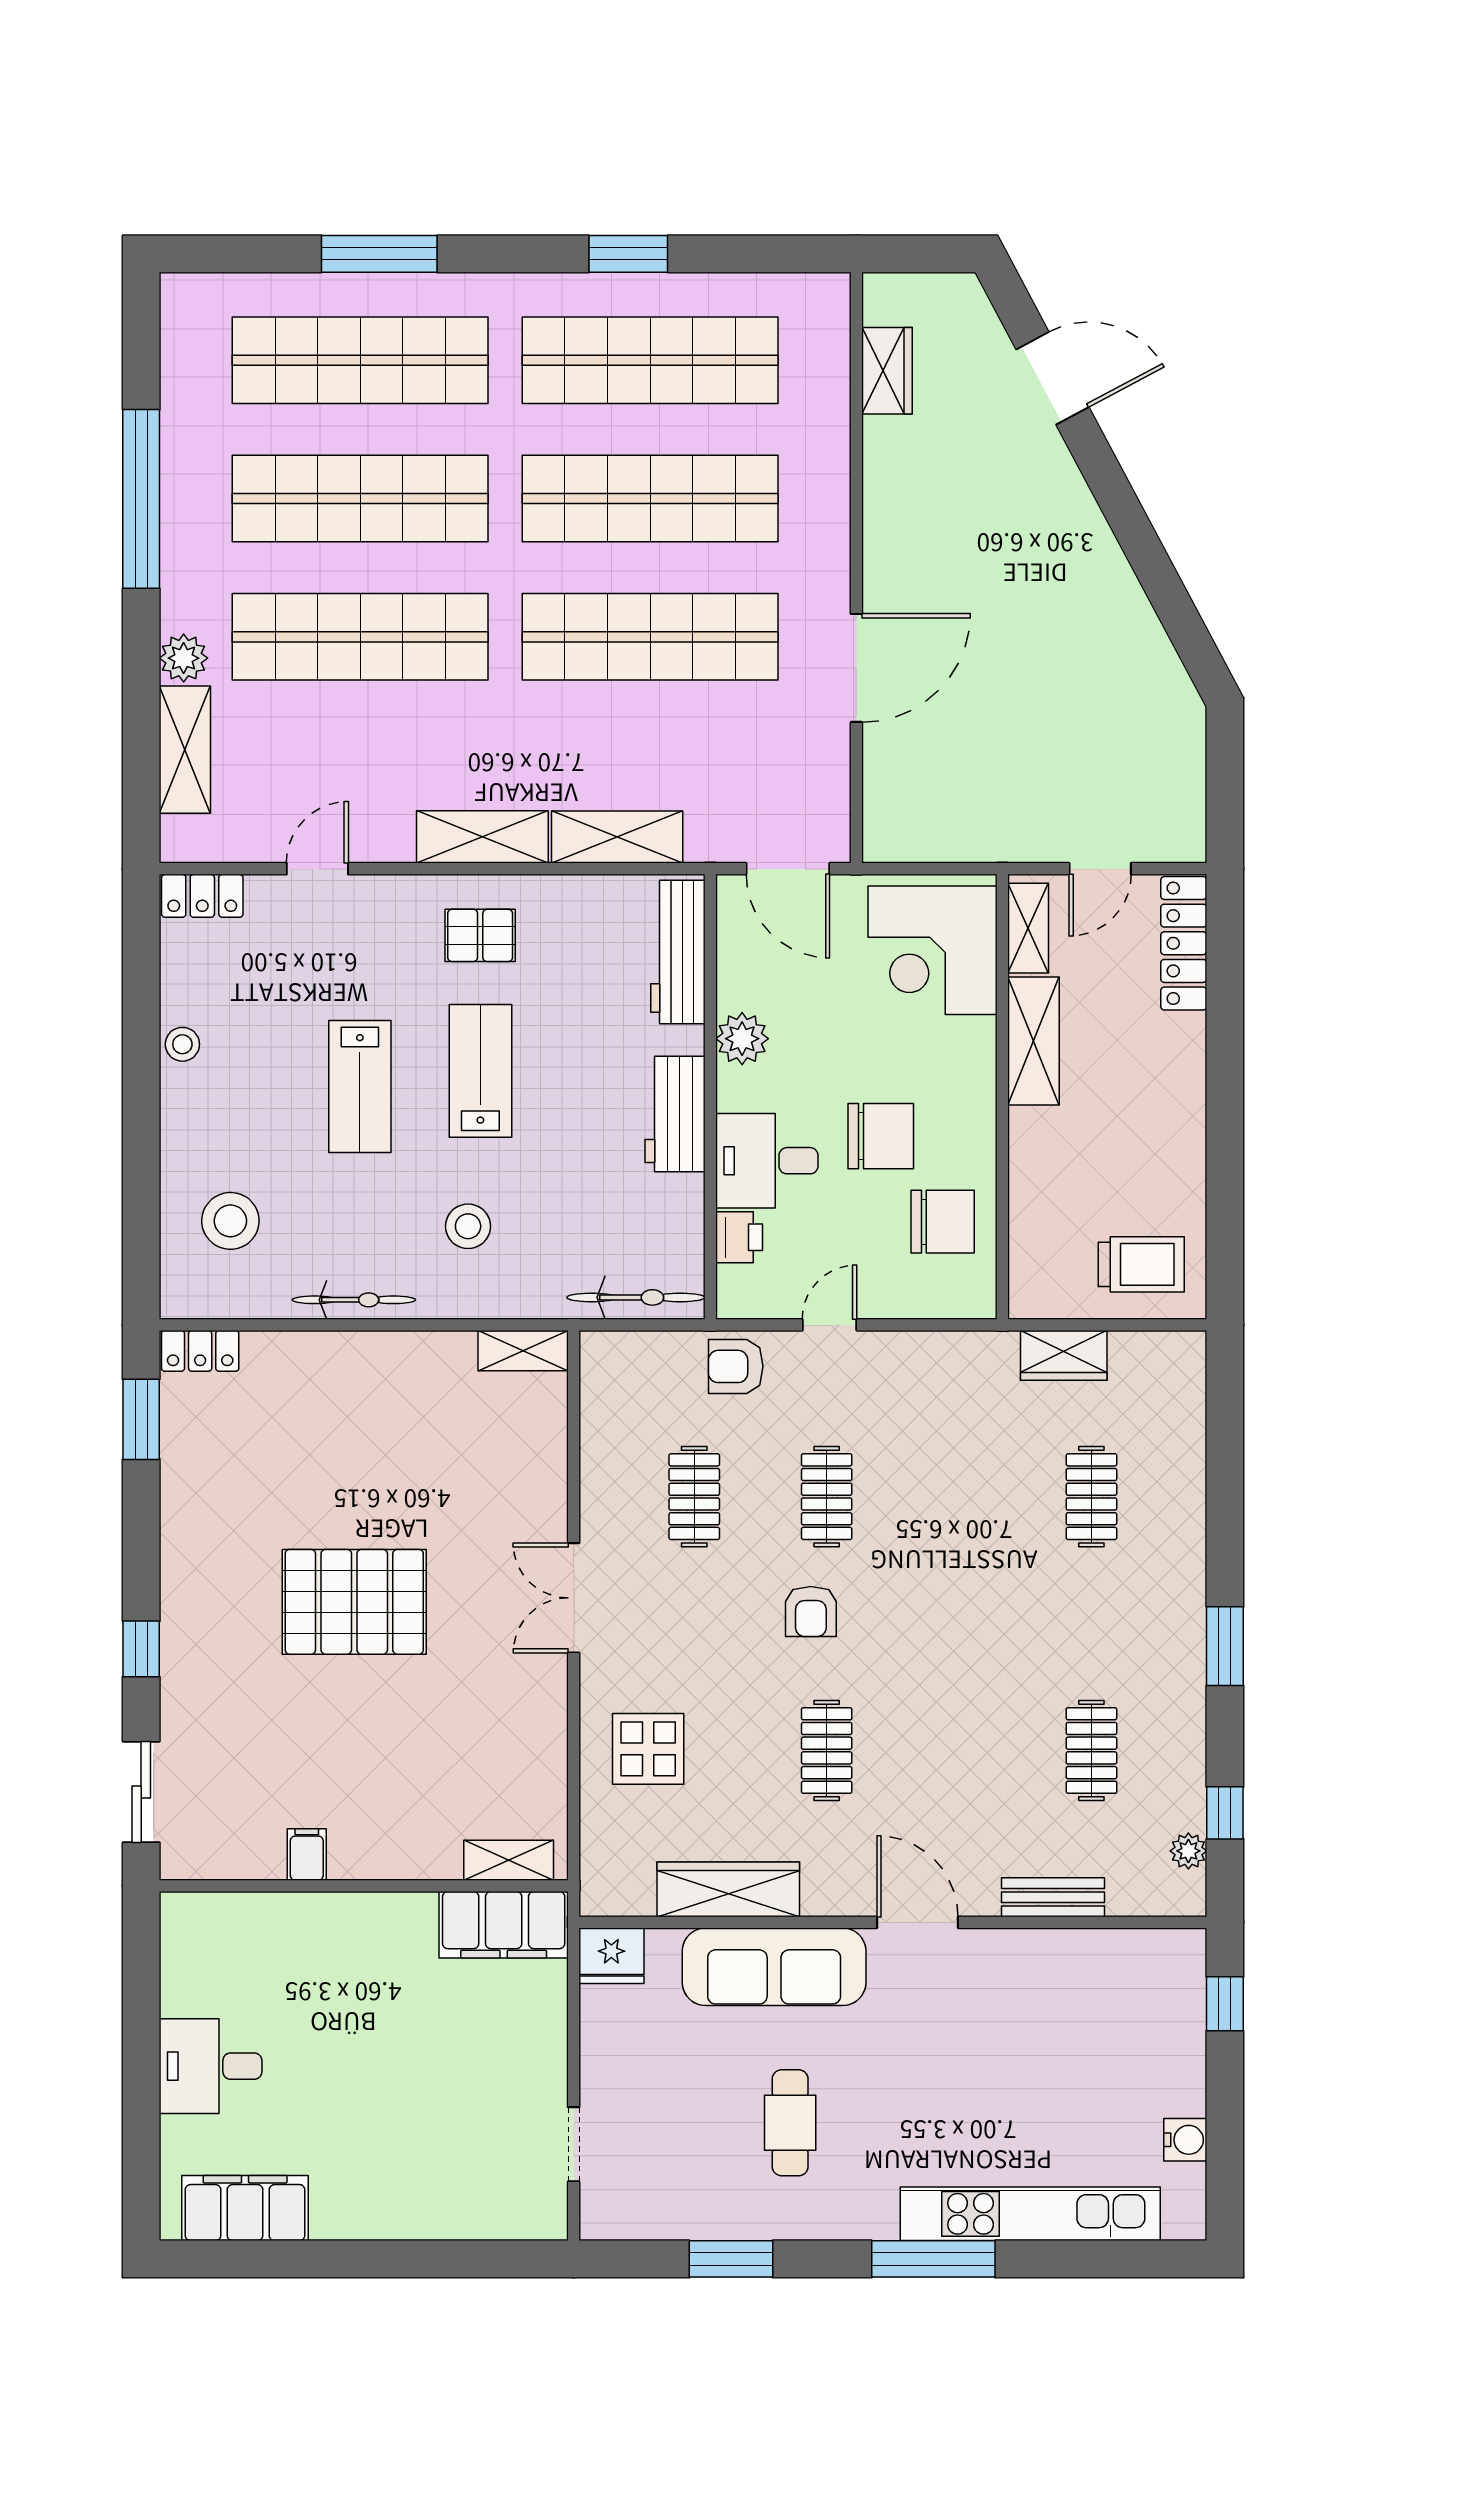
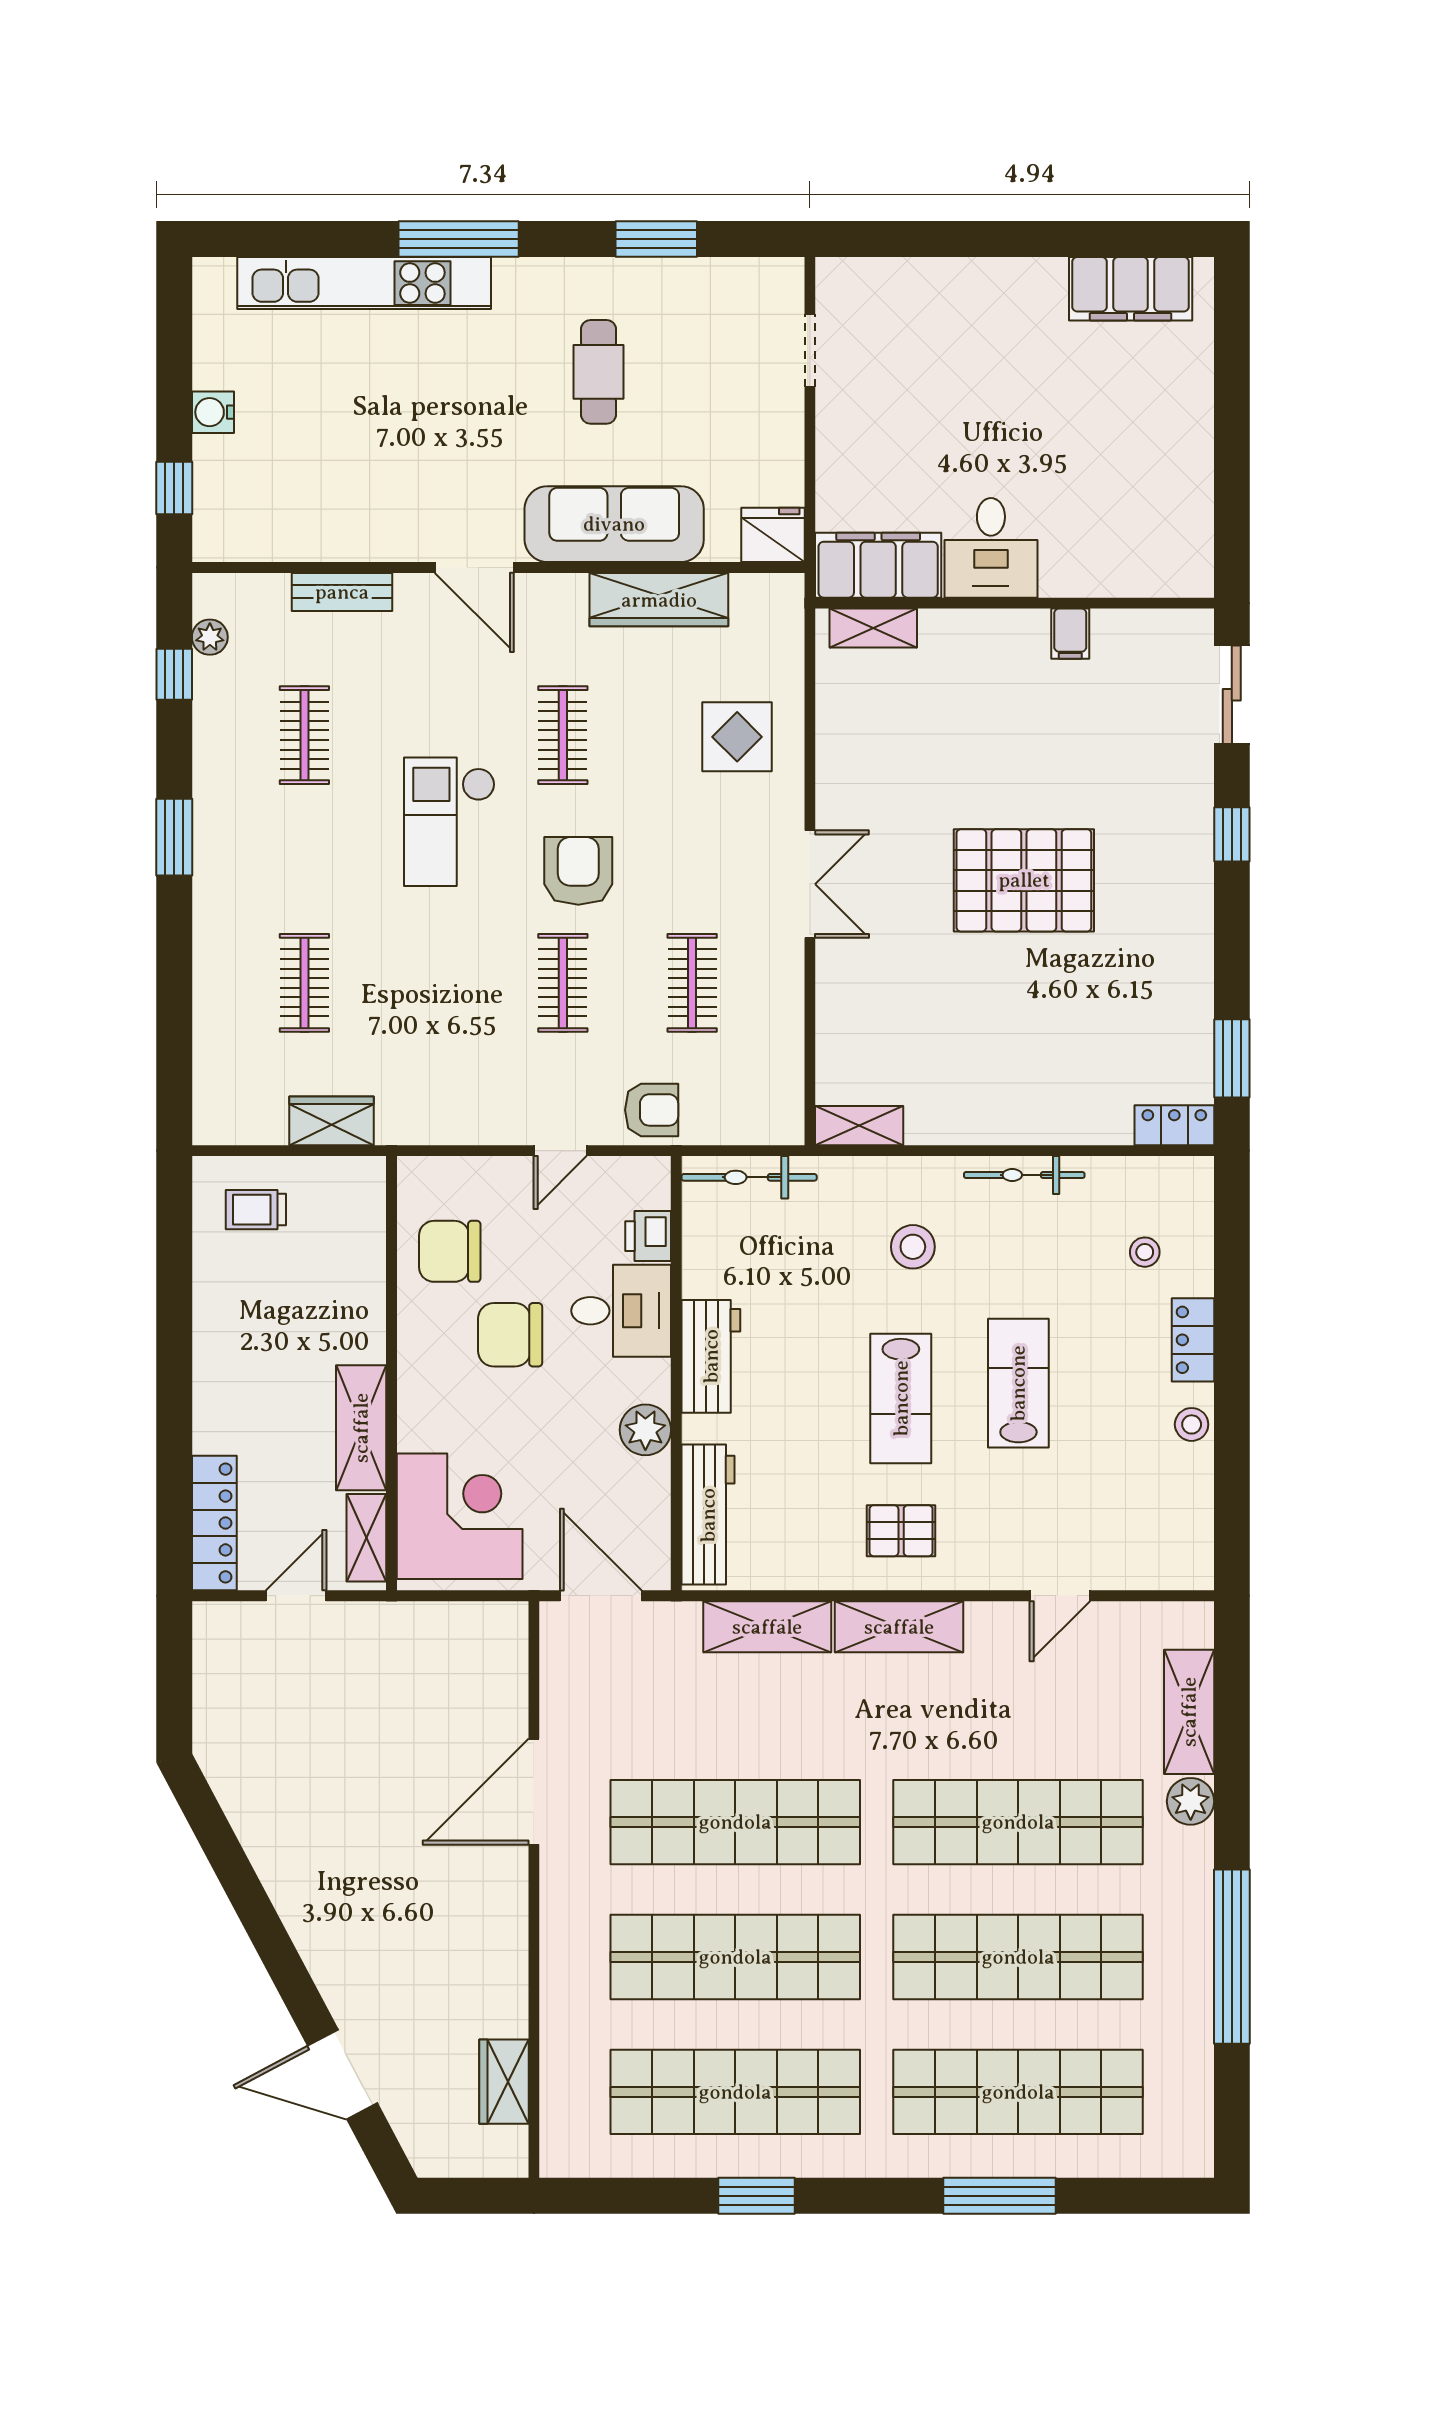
locker: (202, 896) -> (1193, 1340), moved, turned -90
stool: (230, 1221) -> (1145, 1252), width x0.53, depth x0.53
trolley: (1141, 1264) -> (256, 1210), width x0.73, depth x0.72
armchair: (811, 1611) -> (578, 871), width x1.38, depth x1.38
checkout: (943, 1662) -> (449, 822), added
desk: (211, 2066) -> (991, 548), moved, turned 90
water cooler: (1185, 2140) -> (213, 412), moved

